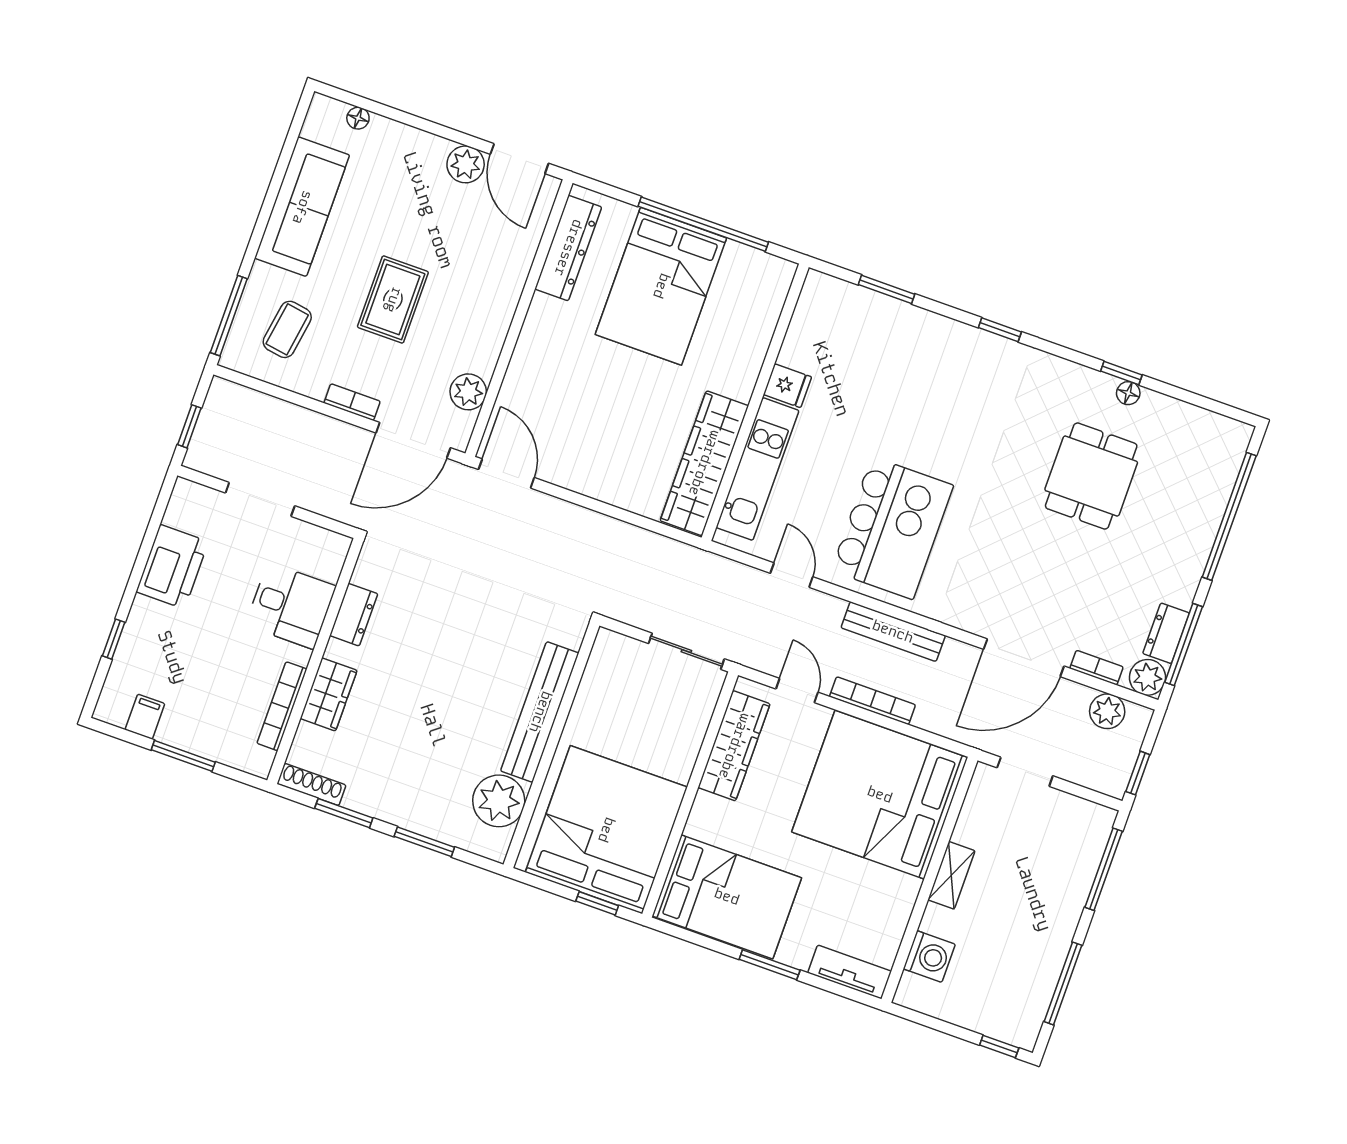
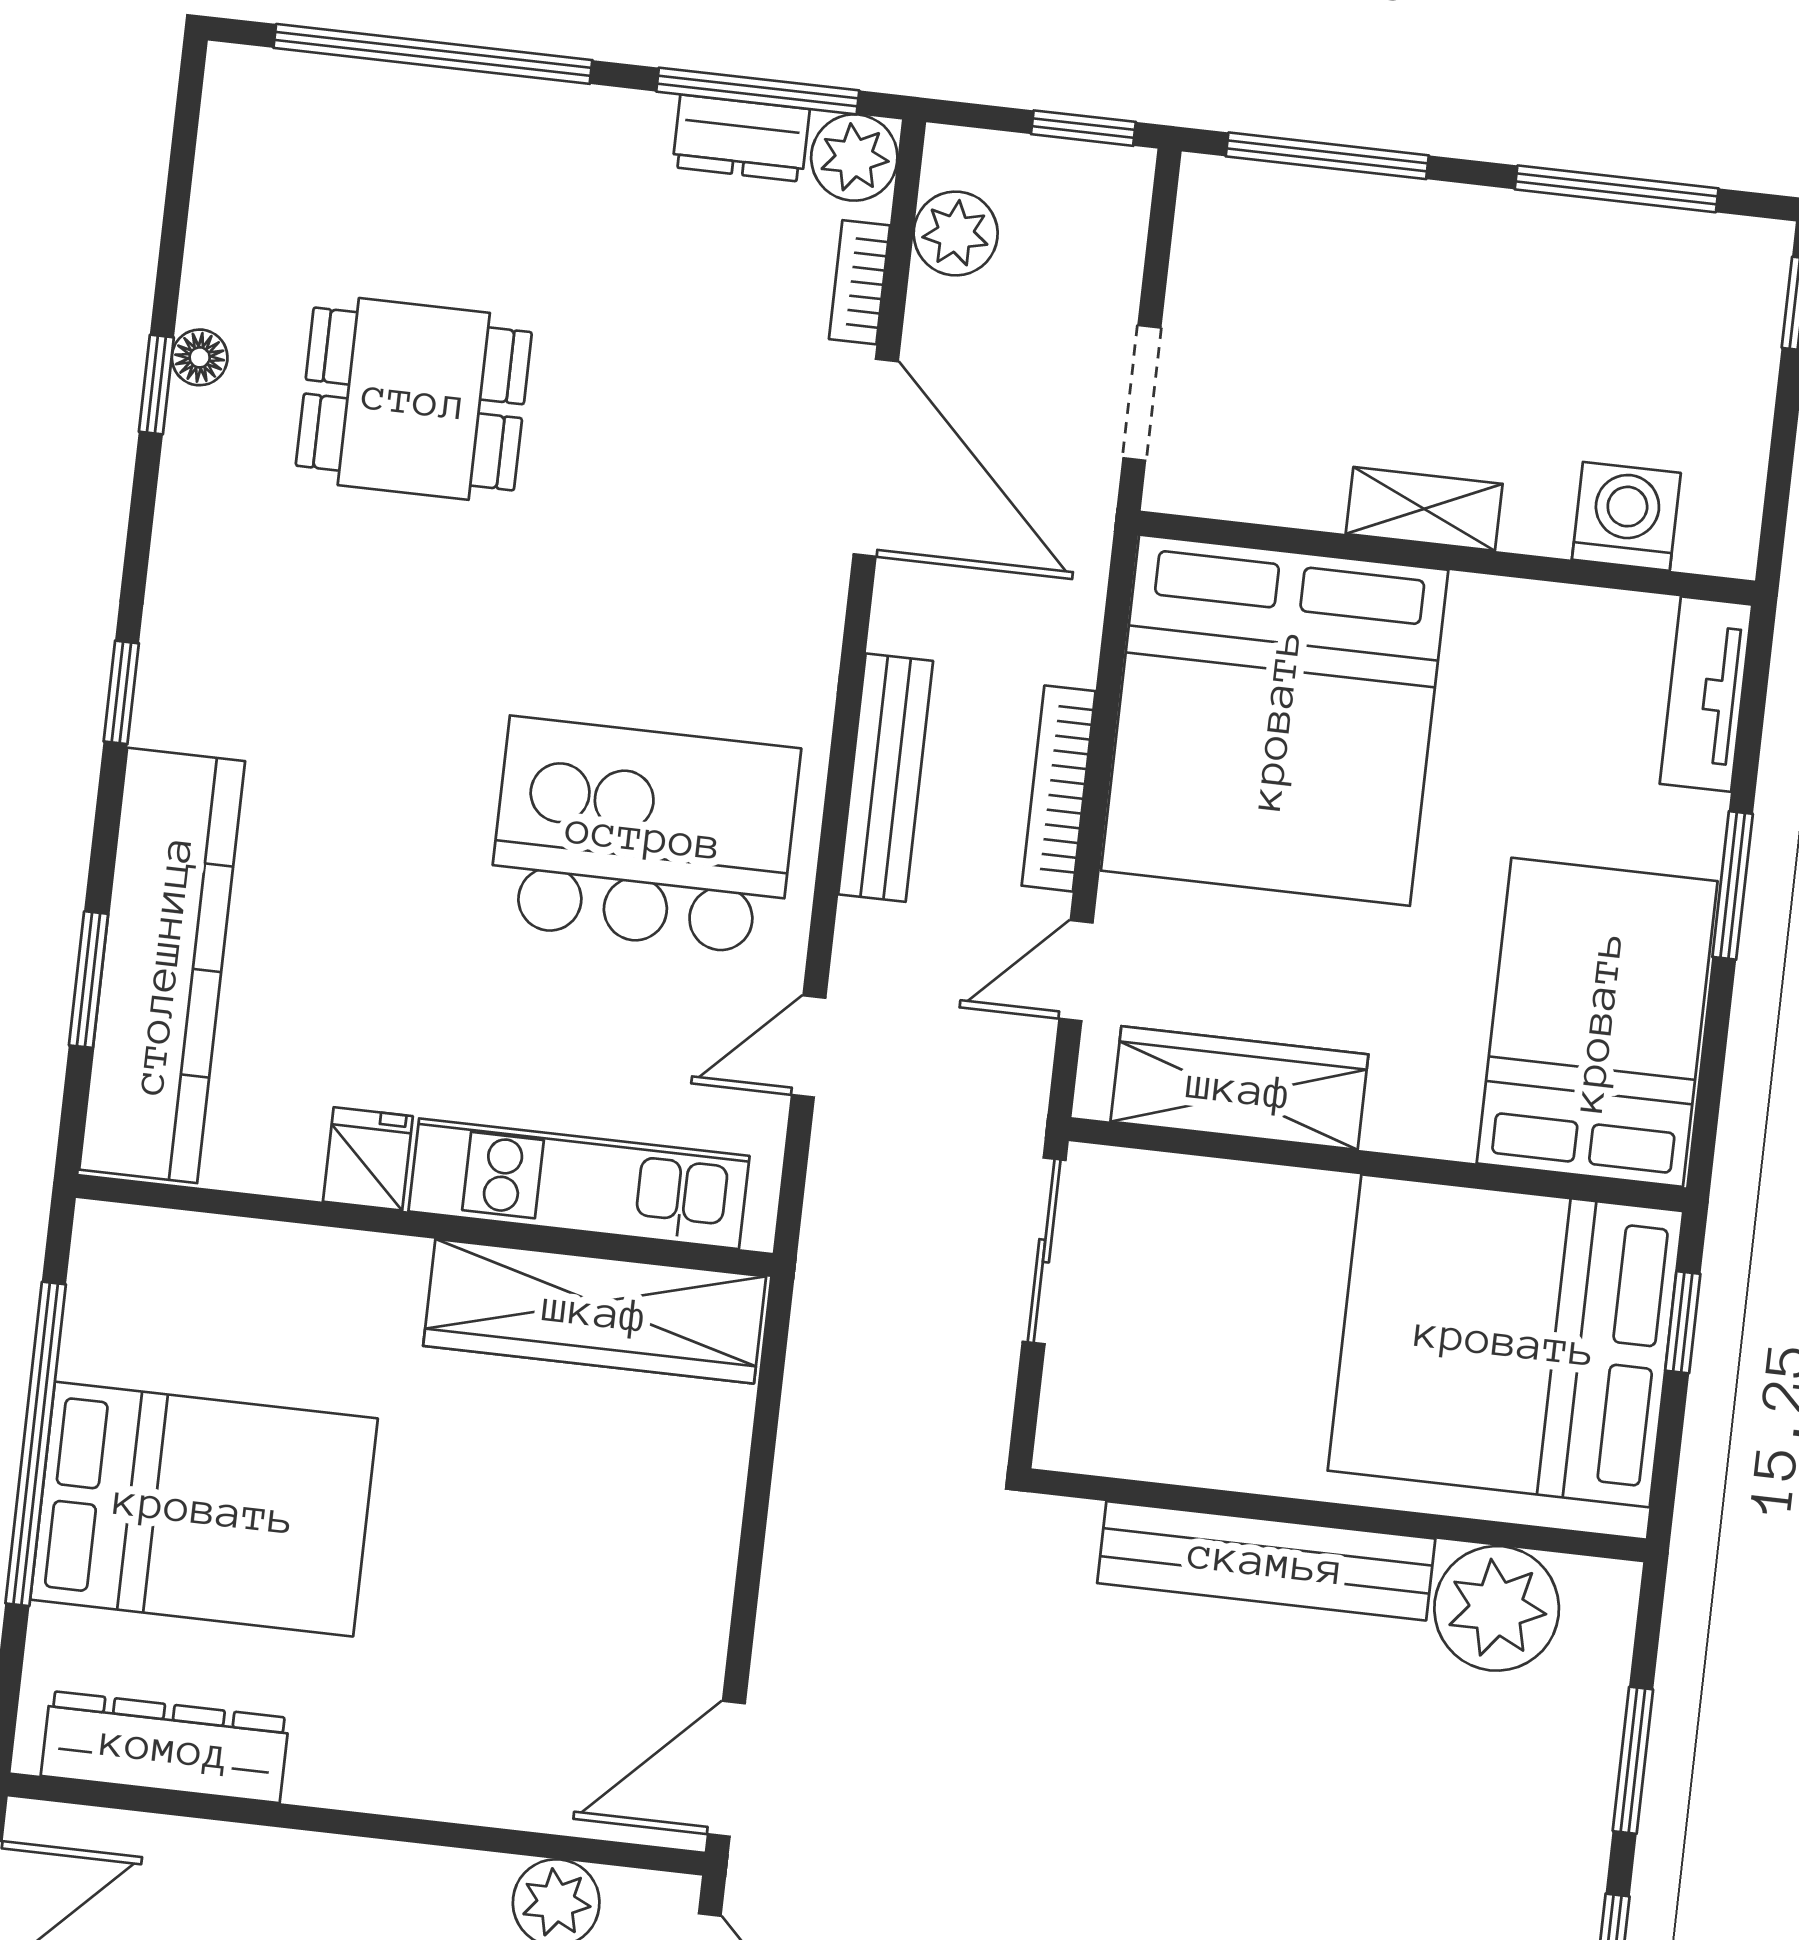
kitchen counter: (885, 321) -> (162, 965), added

